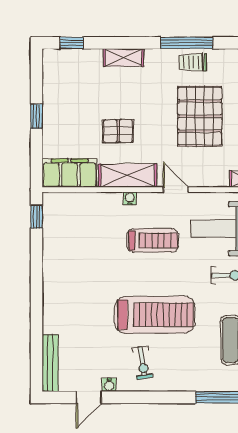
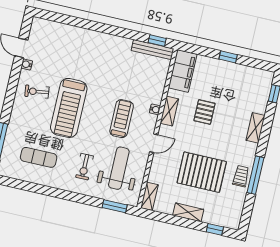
shelving: (128, 176) -> (169, 111), width x0.67, depth x0.75
treadmill: (153, 240) -> (122, 119), turned 180
bench: (50, 363) -> (152, 50), moved

